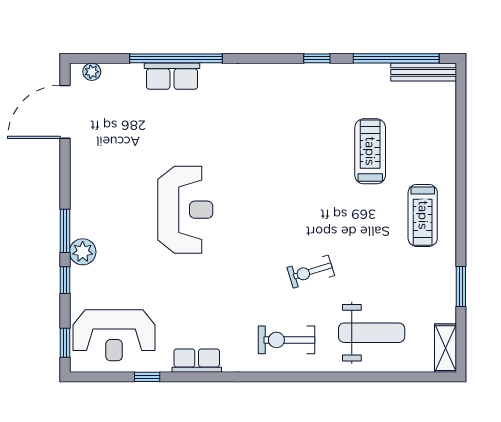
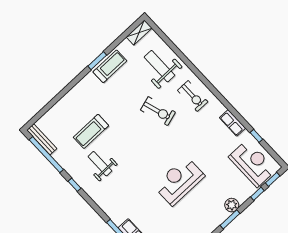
weight bench: (313, 122) -> (100, 164), added
treadmill: (423, 215) -> (110, 66), moved
exercise bike: (311, 272) -> (158, 111), width x1.38, depth x1.39
window: (65, 280) -> (257, 194), moved
window: (461, 287) -> (97, 61), moved

